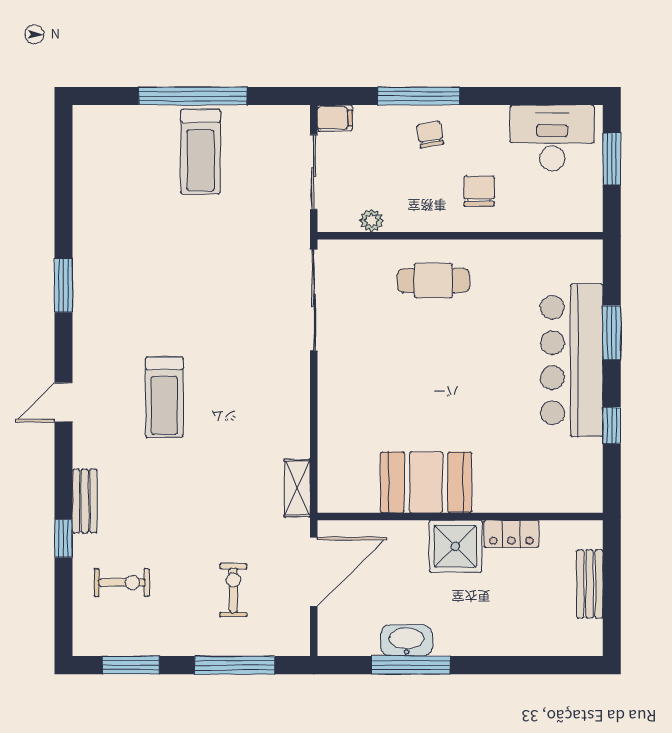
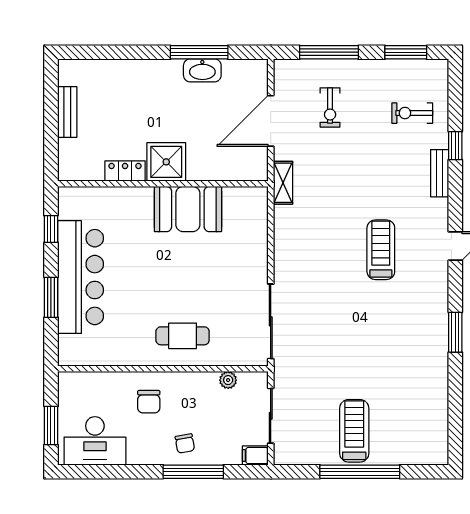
booth: (426, 482) -> (188, 209), moved
wall: (460, 516) -> (163, 184), moved
locker: (511, 534) -> (125, 171), moved
shower: (455, 546) -> (166, 162), moved

